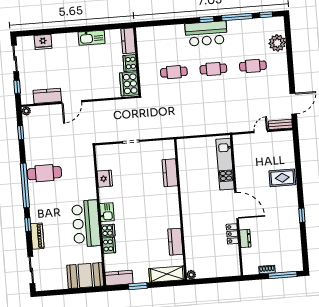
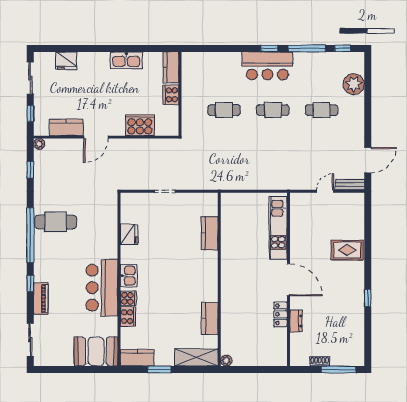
cooker: (129, 84) -> (140, 125), moved, turned 90

